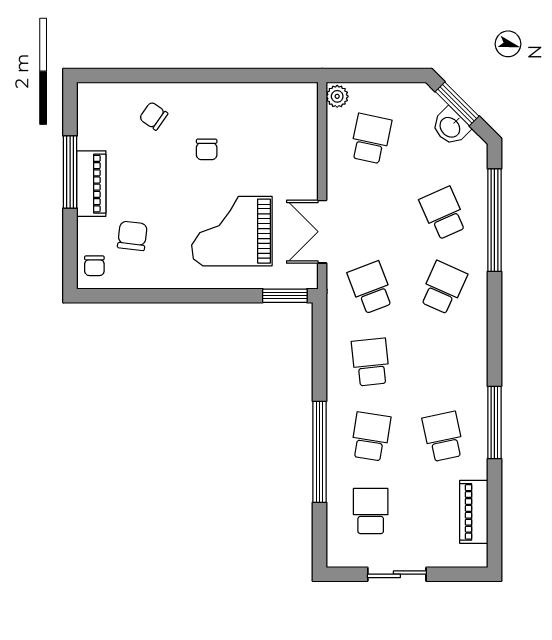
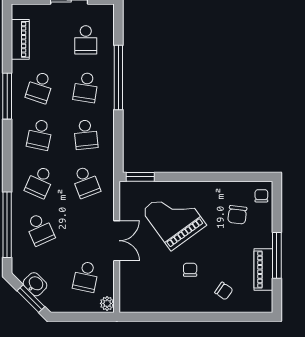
piano: (91, 184) -> (263, 270), moved
grand piano: (232, 231) -> (174, 218), turned -126
double door: (322, 232) -> (117, 241), moved
school desk: (443, 362) -> (40, 135), added
school desk: (443, 437) -> (40, 87), turned 30

